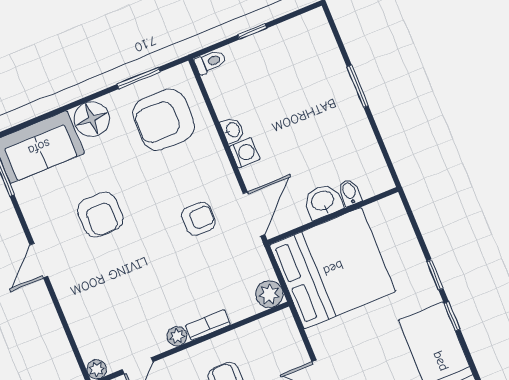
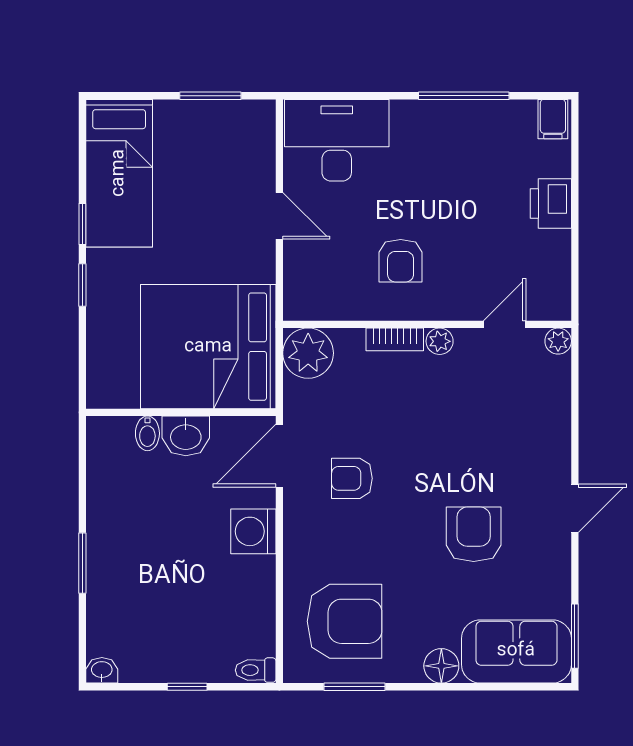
floor lamp: (92, 119) -> (441, 666), width x0.73, depth x0.73
washbasin: (232, 130) -> (102, 670), moved, turned 90
washing machine: (245, 153) -> (253, 531), width x1.38, depth x1.38
plant: (269, 294) -> (308, 353), width x1.36, depth x1.36

